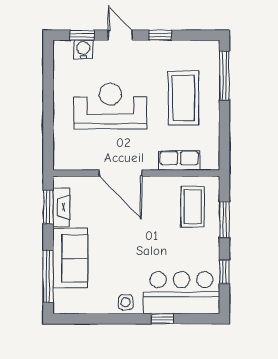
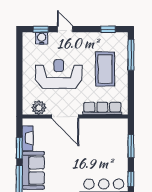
window: (160, 35) -> (108, 29), moved
plant: (79, 159) -> (39, 108), added
row of seats: (179, 160) -> (102, 108), width x1.48
window: (48, 207) -> (19, 148), moved
coffee table: (193, 207) -> (111, 138), removed

